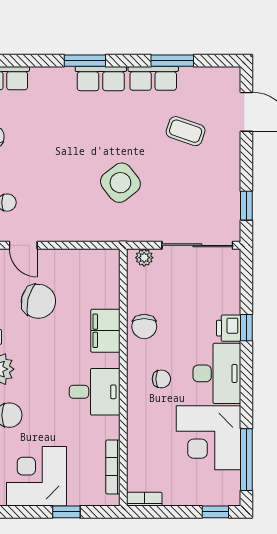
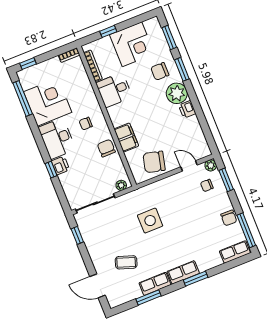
side table: (120, 183) -> (150, 221), turned 38
chair: (38, 301) -> (154, 162), moved
desk: (95, 392) -> (114, 90), moved

